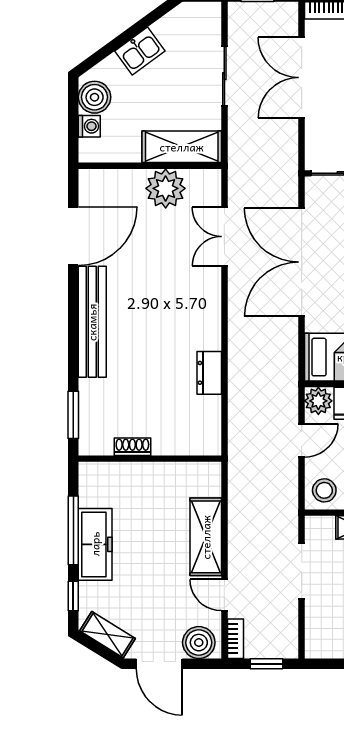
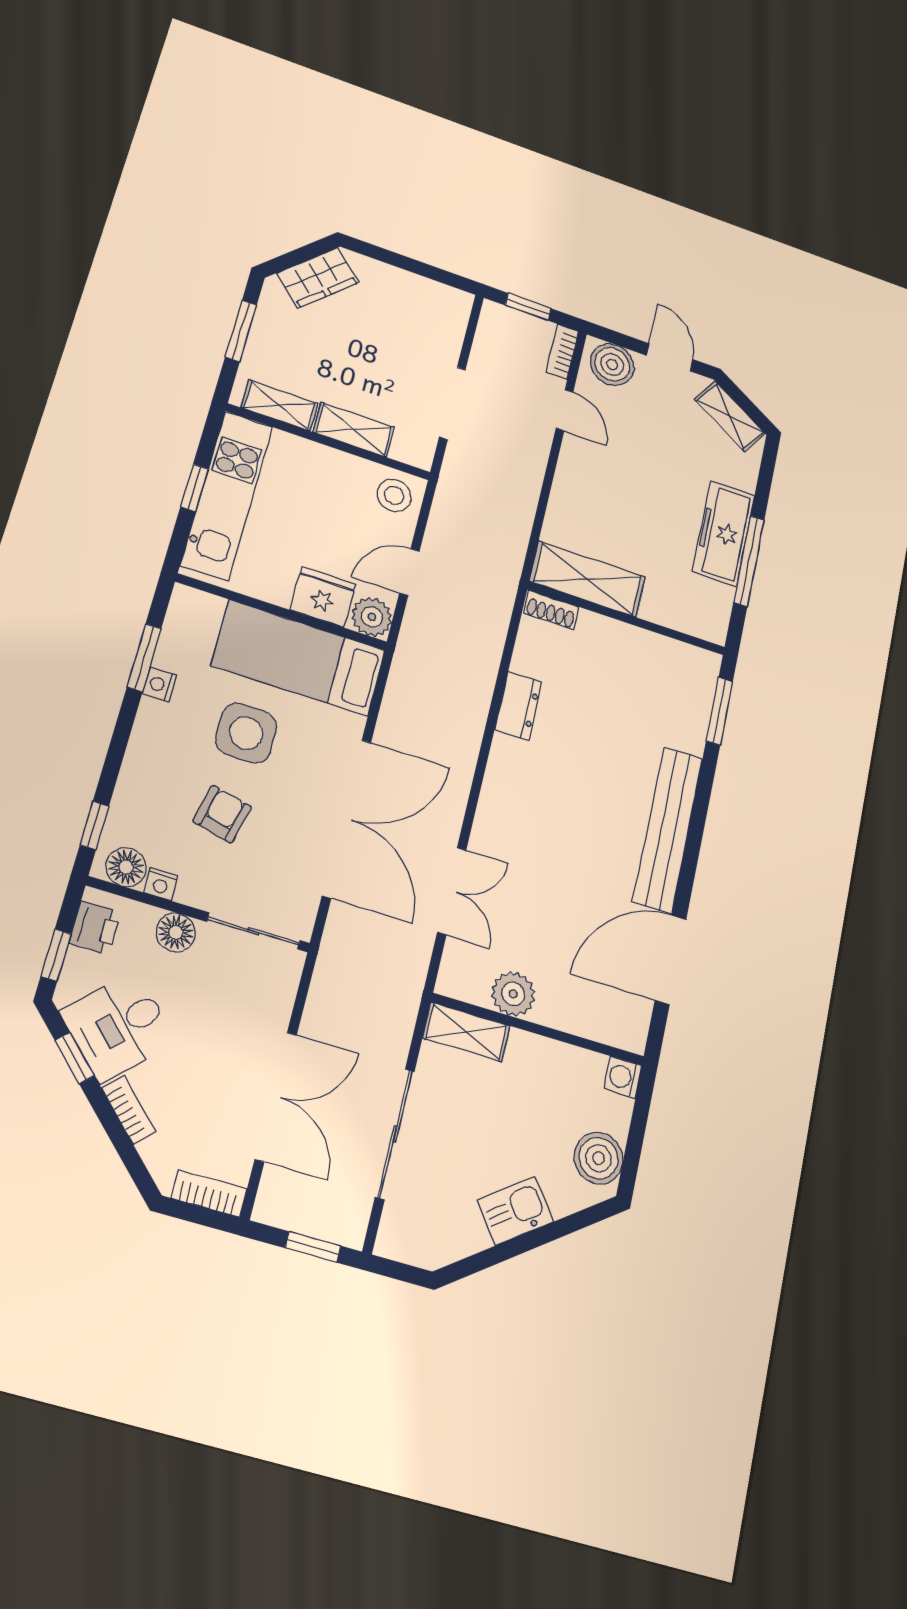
sliding door: (224, 76) -> (395, 1134), width x1.37
washing machine: (89, 126) -> (623, 1077), moved
shelving: (182, 147) -> (466, 1032), width x0.67, depth x0.75
plant: (166, 188) -> (513, 994), width x0.73, depth x0.73
shoe rack: (132, 447) -> (551, 610), moved
shelving: (206, 537) -> (587, 579), moved, turned 90
window: (73, 596) -> (765, 479), removed
door: (159, 664) -> (670, 357), width x0.73

